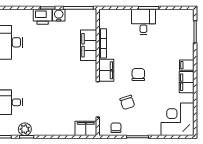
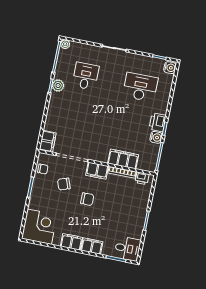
printer: (105, 21) -> (142, 178), added
desk: (143, 22) -> (127, 249), moved
filing cabinet: (187, 65) -> (92, 246), width x2.00

